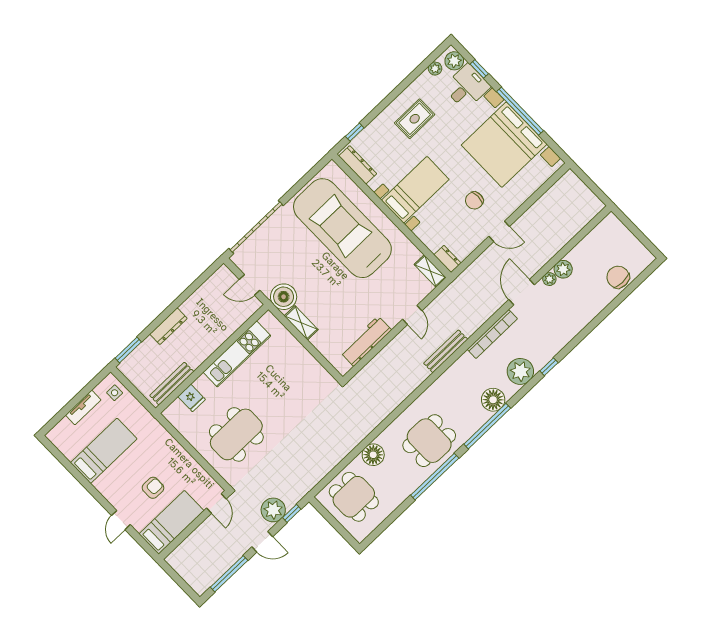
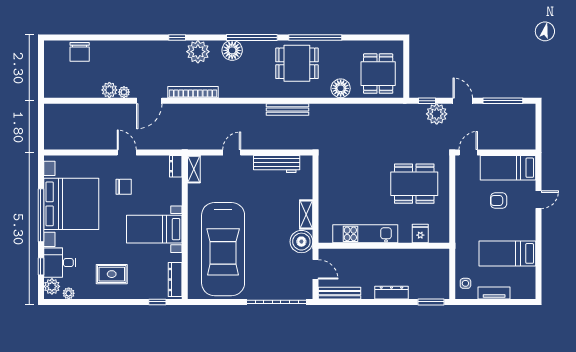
bench: (446, 351) -> (287, 109), moved
bench: (172, 384) -> (340, 293), moved

